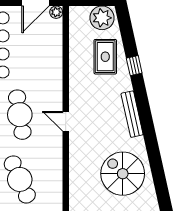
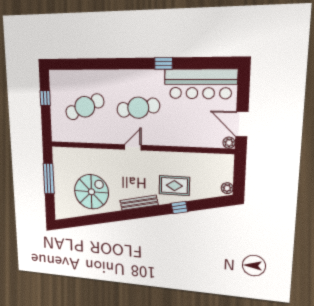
plant: (102, 18) -> (227, 188), width x0.53, depth x0.53
rug: (105, 57) -> (174, 186), moved

